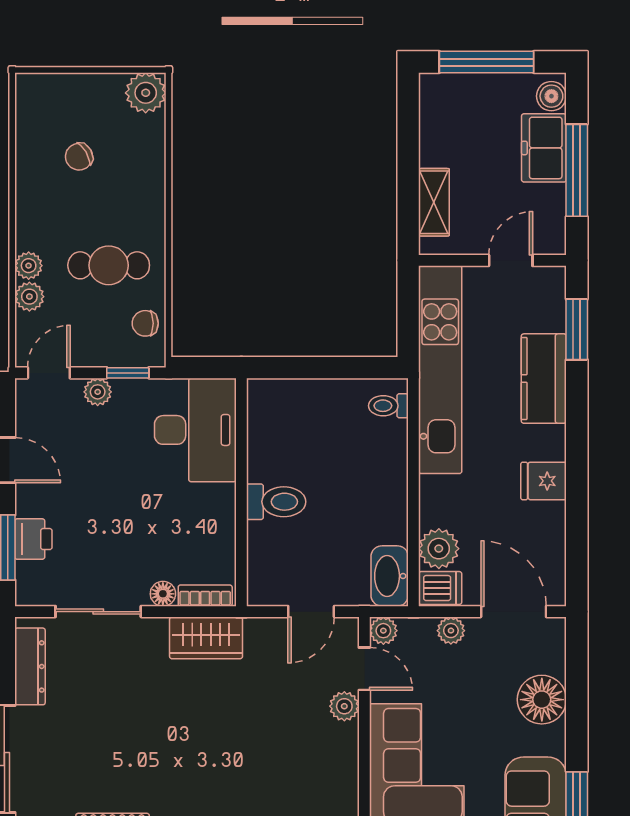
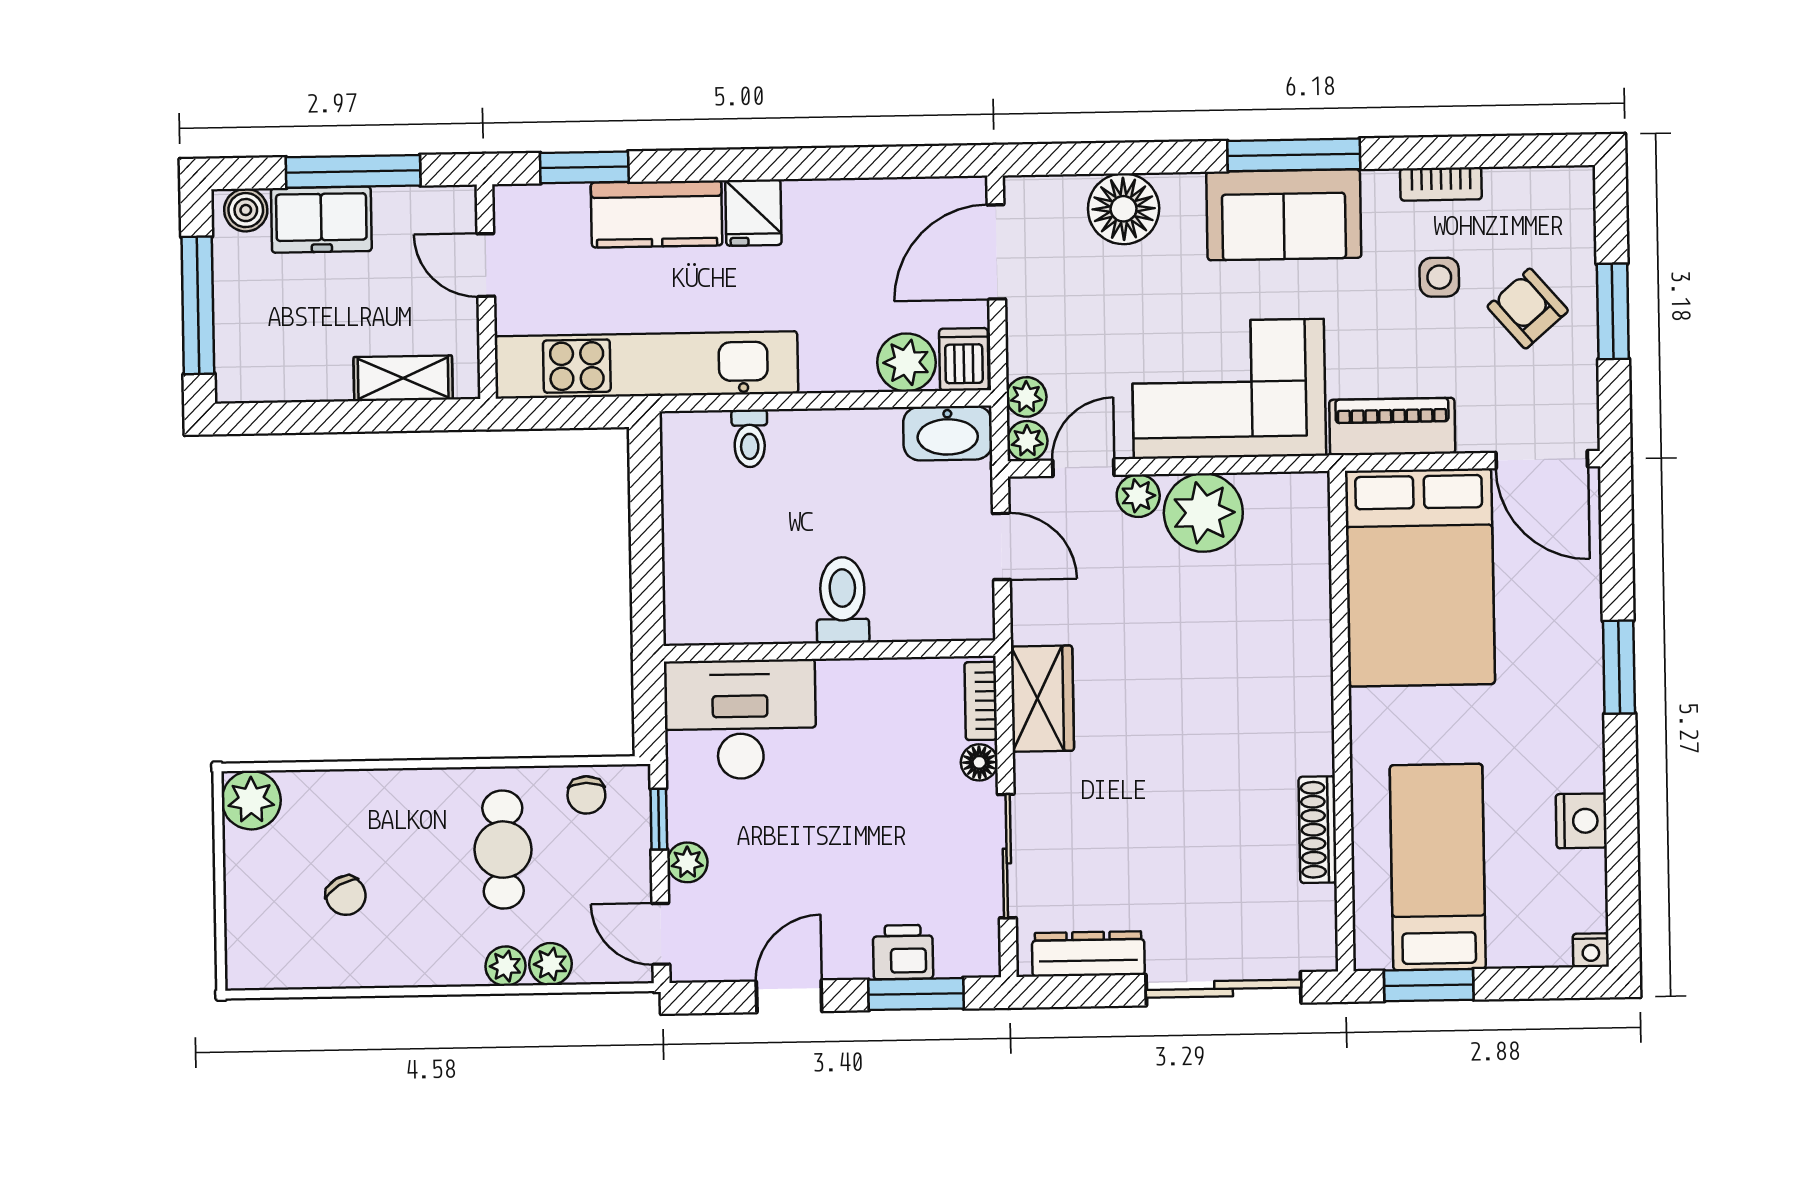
toilet: (388, 406) -> (750, 438), moved
fridge: (544, 481) -> (753, 213), moved
plant: (451, 631) -> (1026, 397), moved
plant: (332, 751) -> (1203, 513), added

